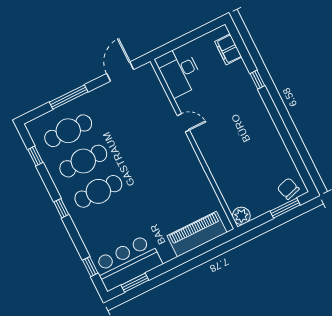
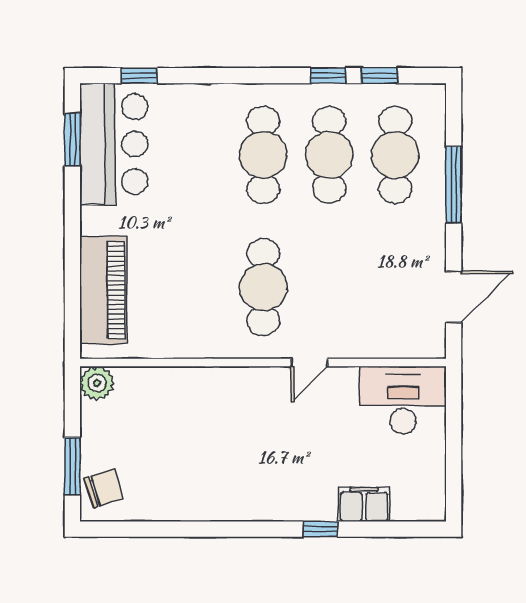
filing cabinet: (228, 49) -> (364, 504), moved
door: (120, 71) -> (454, 297), hinge flipped
cafe table: (159, 161) -> (263, 287), added
window: (61, 208) -> (328, 76), moved

